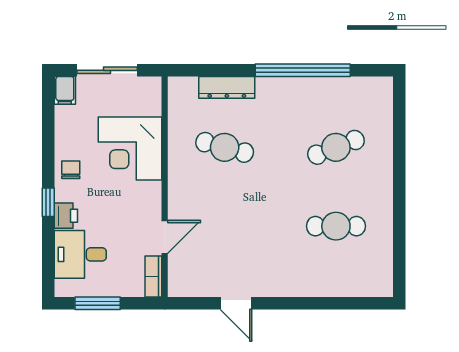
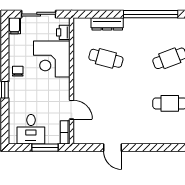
printer: (66, 216) -> (63, 32), moved, turned 180
door: (165, 237) -> (72, 110), hinge flipped
desk: (80, 254) -> (31, 129), moved, turned -90
window: (98, 303) -> (45, 148), moved

